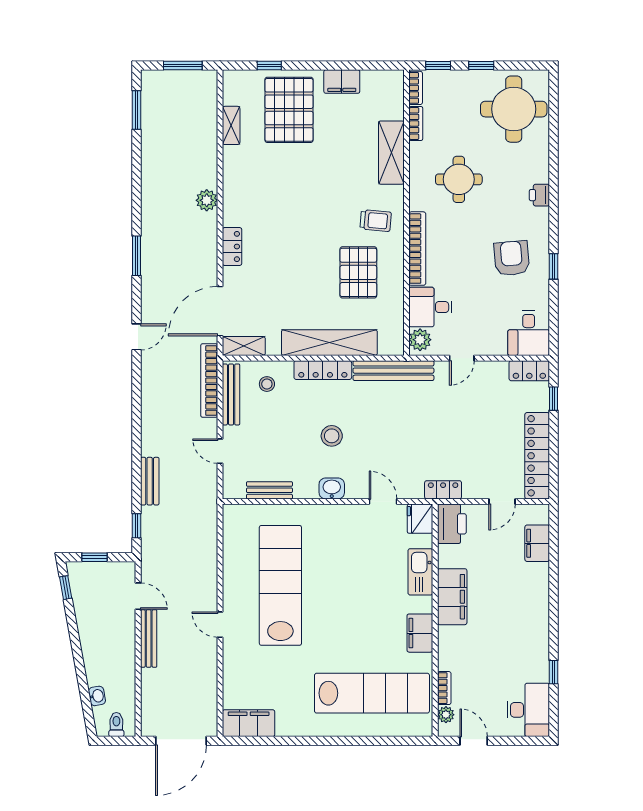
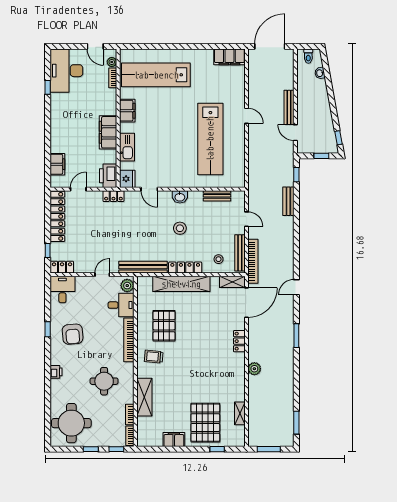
desk: (528, 710) -> (66, 71), width x1.36, depth x1.30

